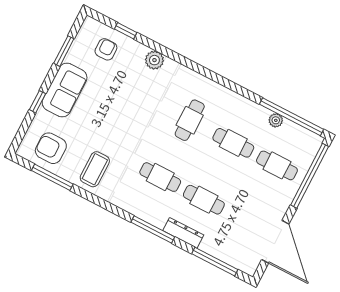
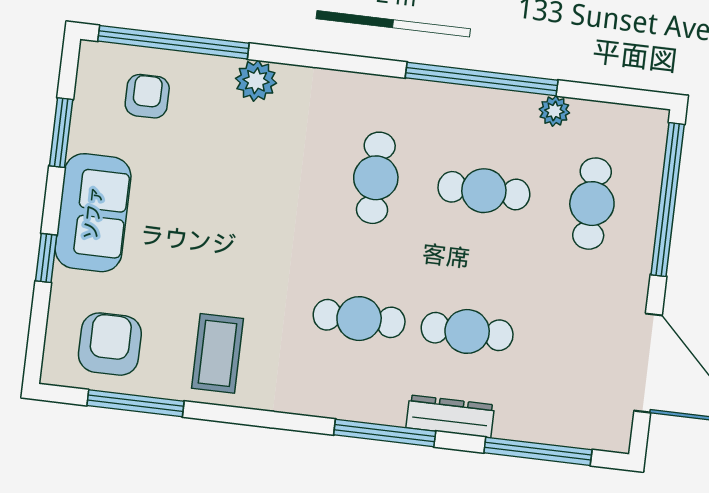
window: (126, 31) -> (173, 42), width x3.17
window: (292, 117) -> (482, 79), moved
armchair: (51, 148) -> (110, 344), turned 90
cafe table: (277, 165) -> (592, 204), turned 90

